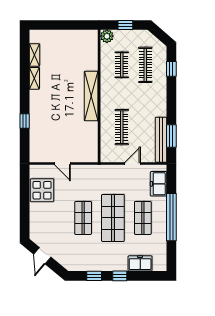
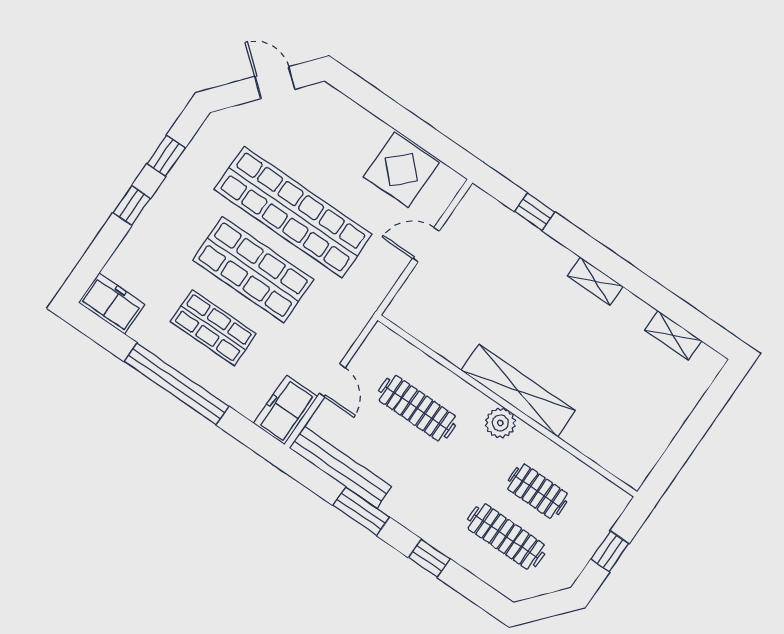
plant: (107, 36) -> (500, 423), moved
window: (171, 69) -> (429, 558), moved
shelving: (34, 78) -> (595, 281), moved
window: (25, 121) -> (535, 212), moved
window: (171, 136) -> (361, 511), moved
freezer: (159, 184) -> (285, 410), moved, turned -90
shop shelf: (83, 218) -> (293, 212), width x2.00, depth x1.36
freezer: (140, 263) -> (112, 304), moved, turned -90

